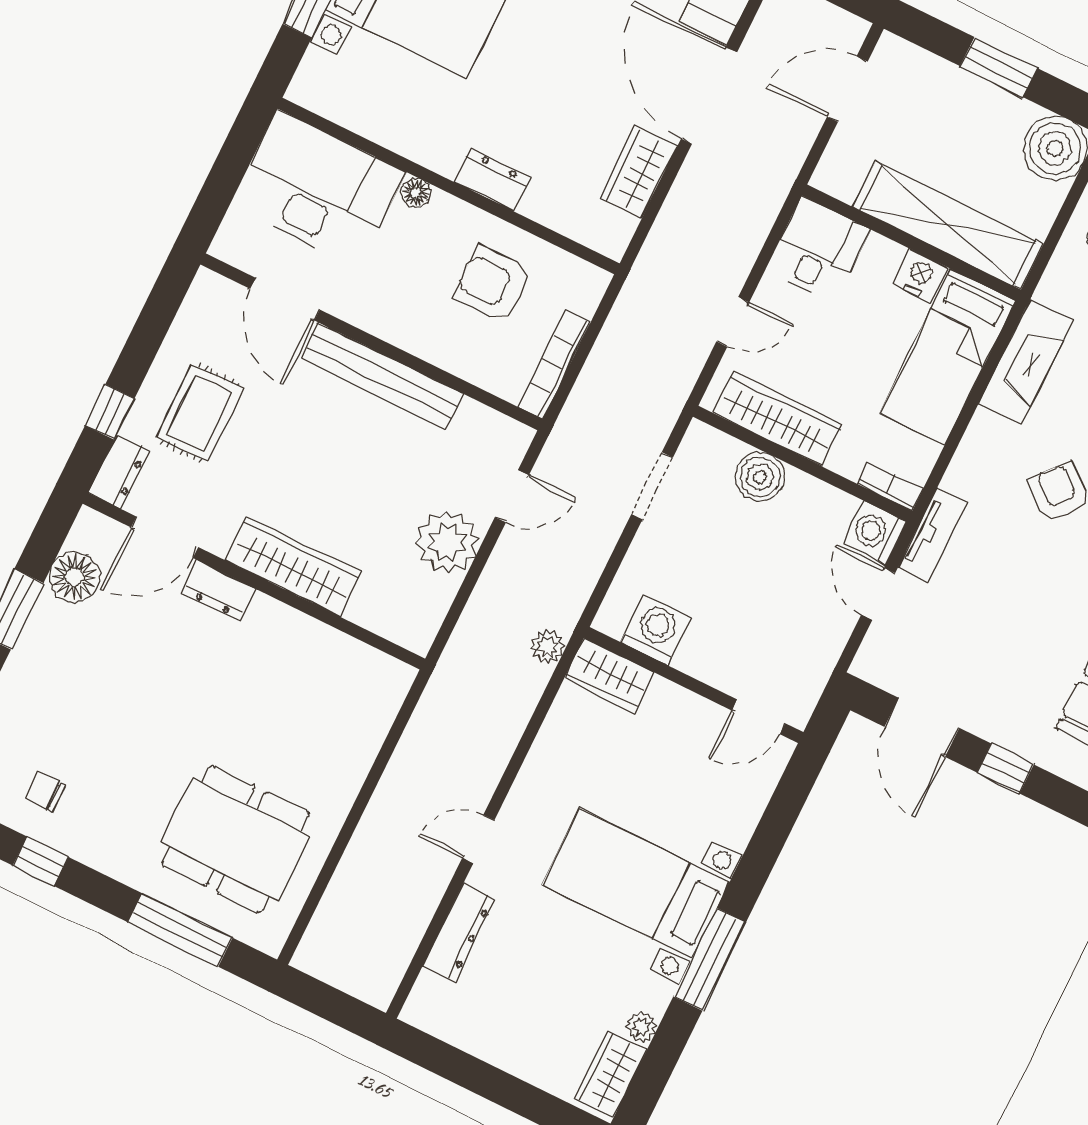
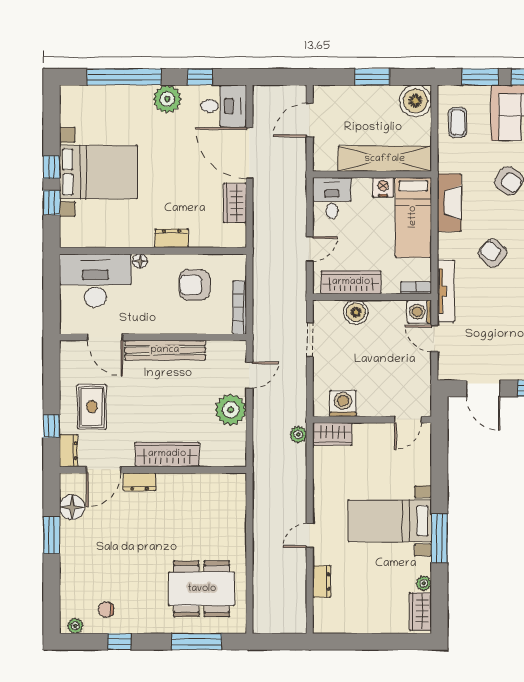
tv unit: (933, 535) -> (446, 291), width x1.41
dresser: (459, 933) -> (322, 582), width x0.70

